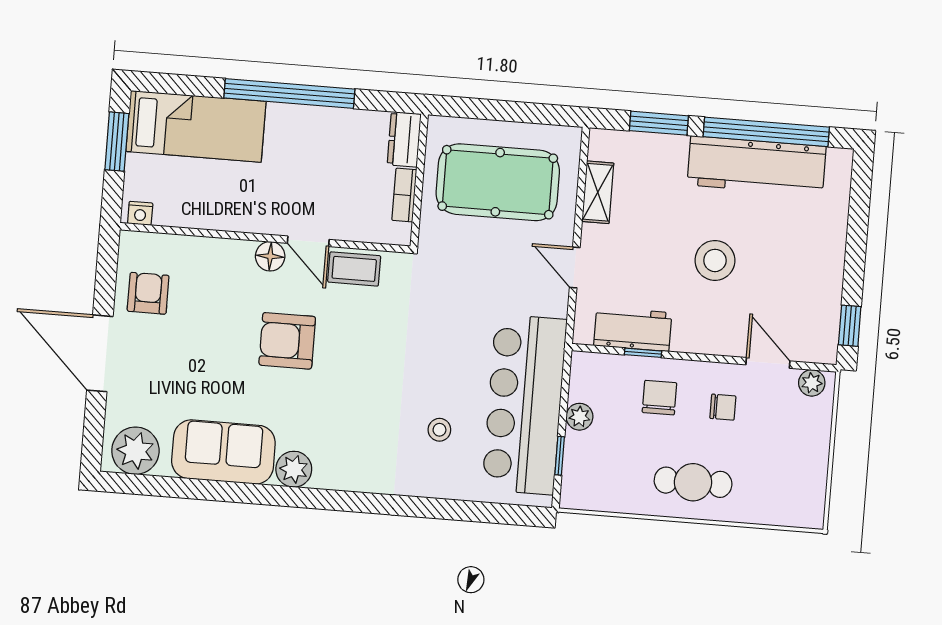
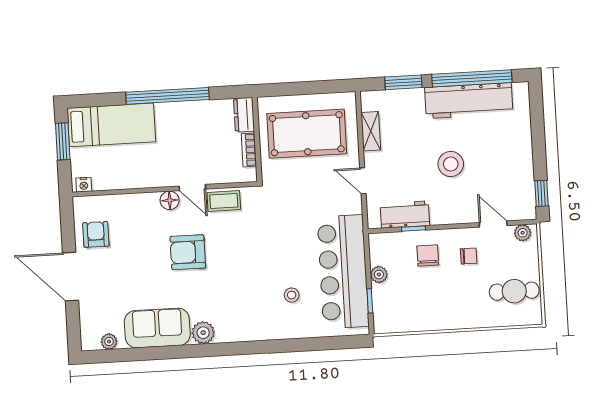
plant: (135, 451) -> (109, 342), width x0.53, depth x0.53
cafe table: (693, 482) -> (514, 291), moved

